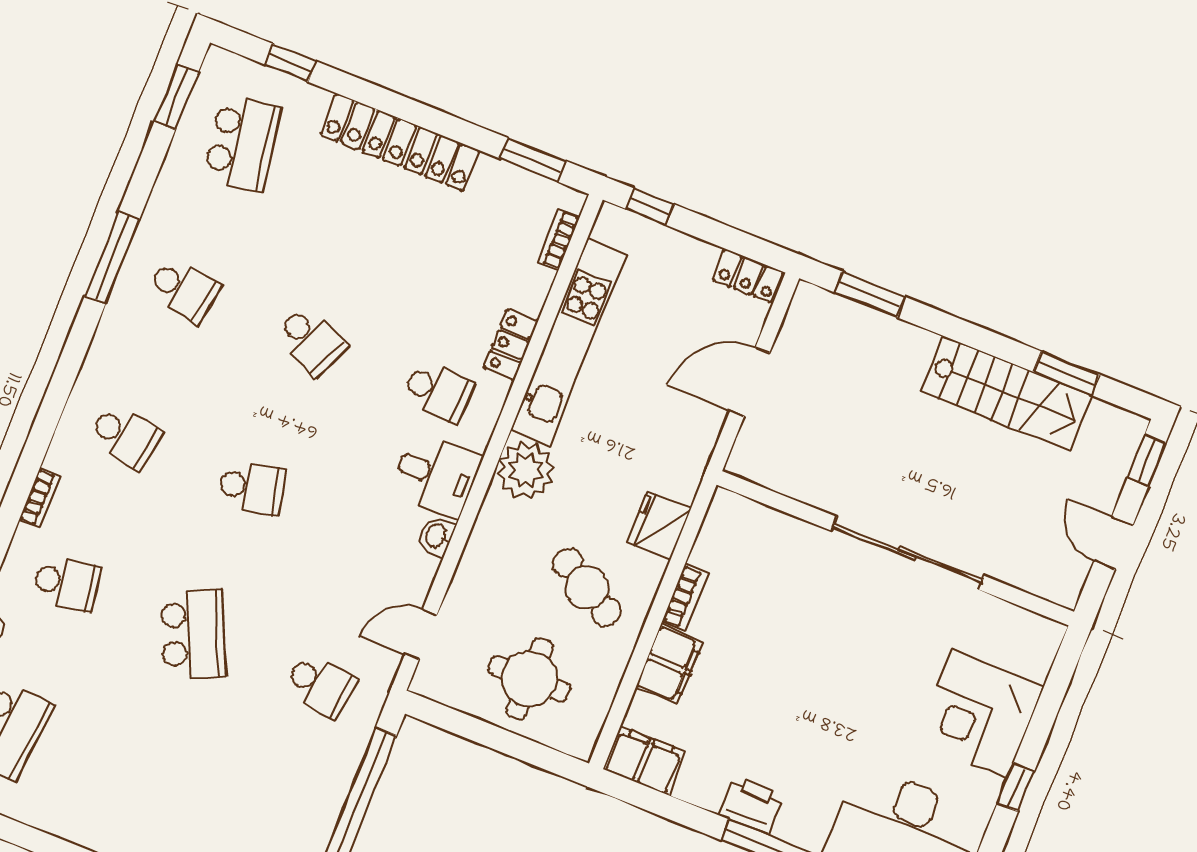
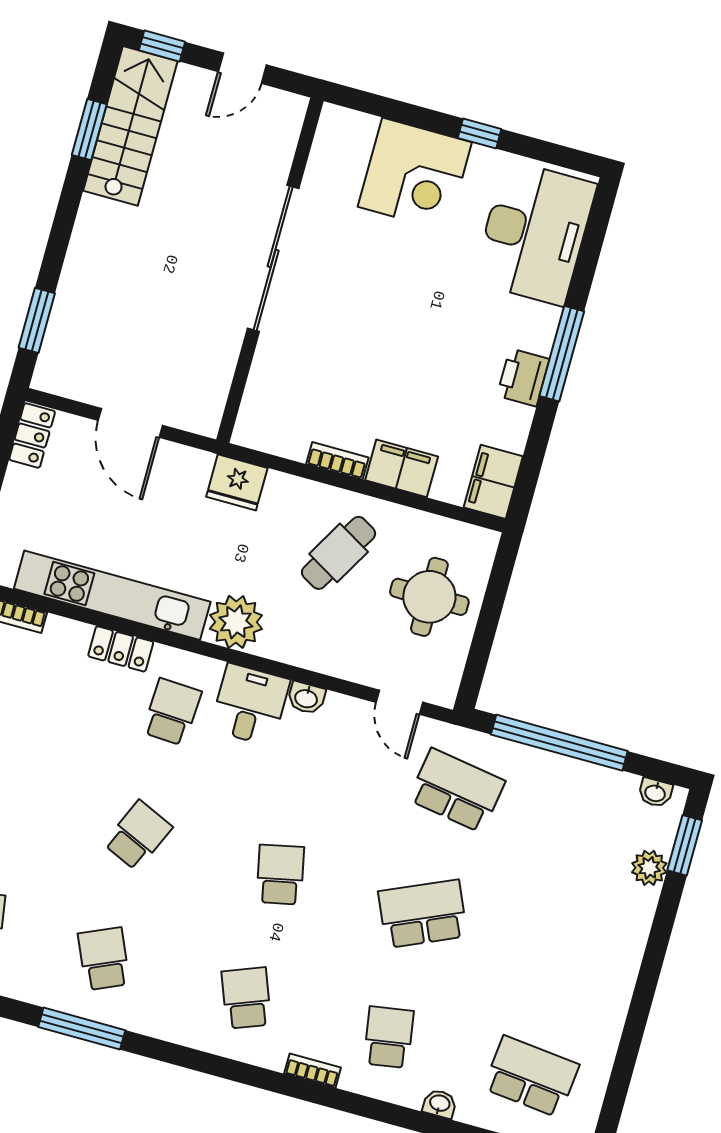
school desk: (183, 290) -> (104, 959), turned -33
stairs: (1007, 394) -> (130, 126), moved
school desk: (125, 436) -> (246, 998), turned -30
fridge: (659, 525) -> (237, 482), moved
school desk: (320, 685) -> (457, 790), width x1.85

